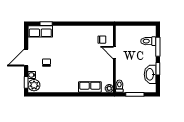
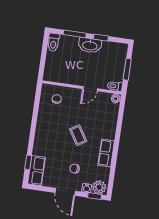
toilet: (148, 41) -> (53, 42), moved
door: (114, 53) -> (90, 89), moved
coffee table: (75, 62) -> (78, 135), added
washbasin: (150, 74) -> (90, 45), moved
row of seats: (90, 87) -> (106, 153), moved

